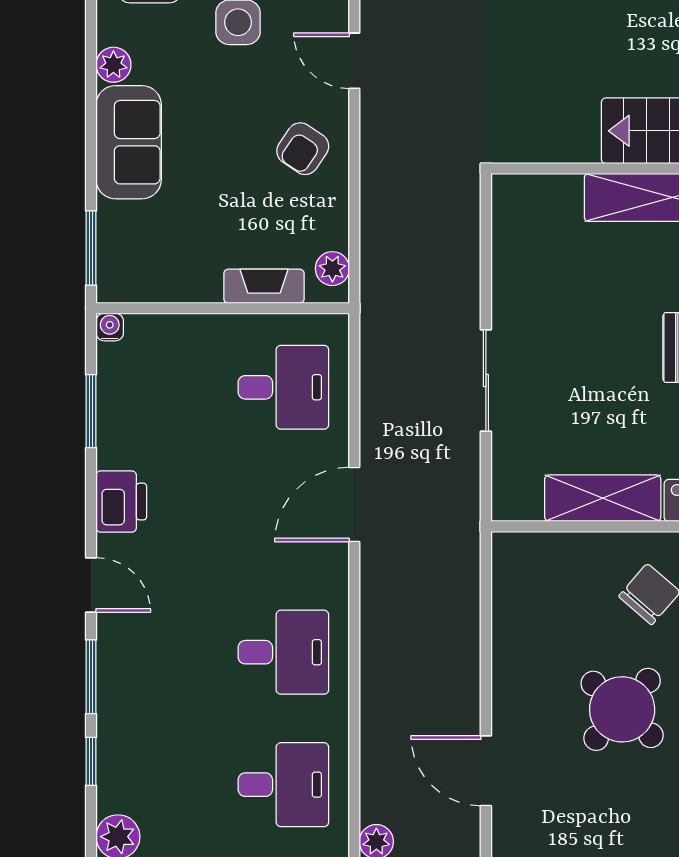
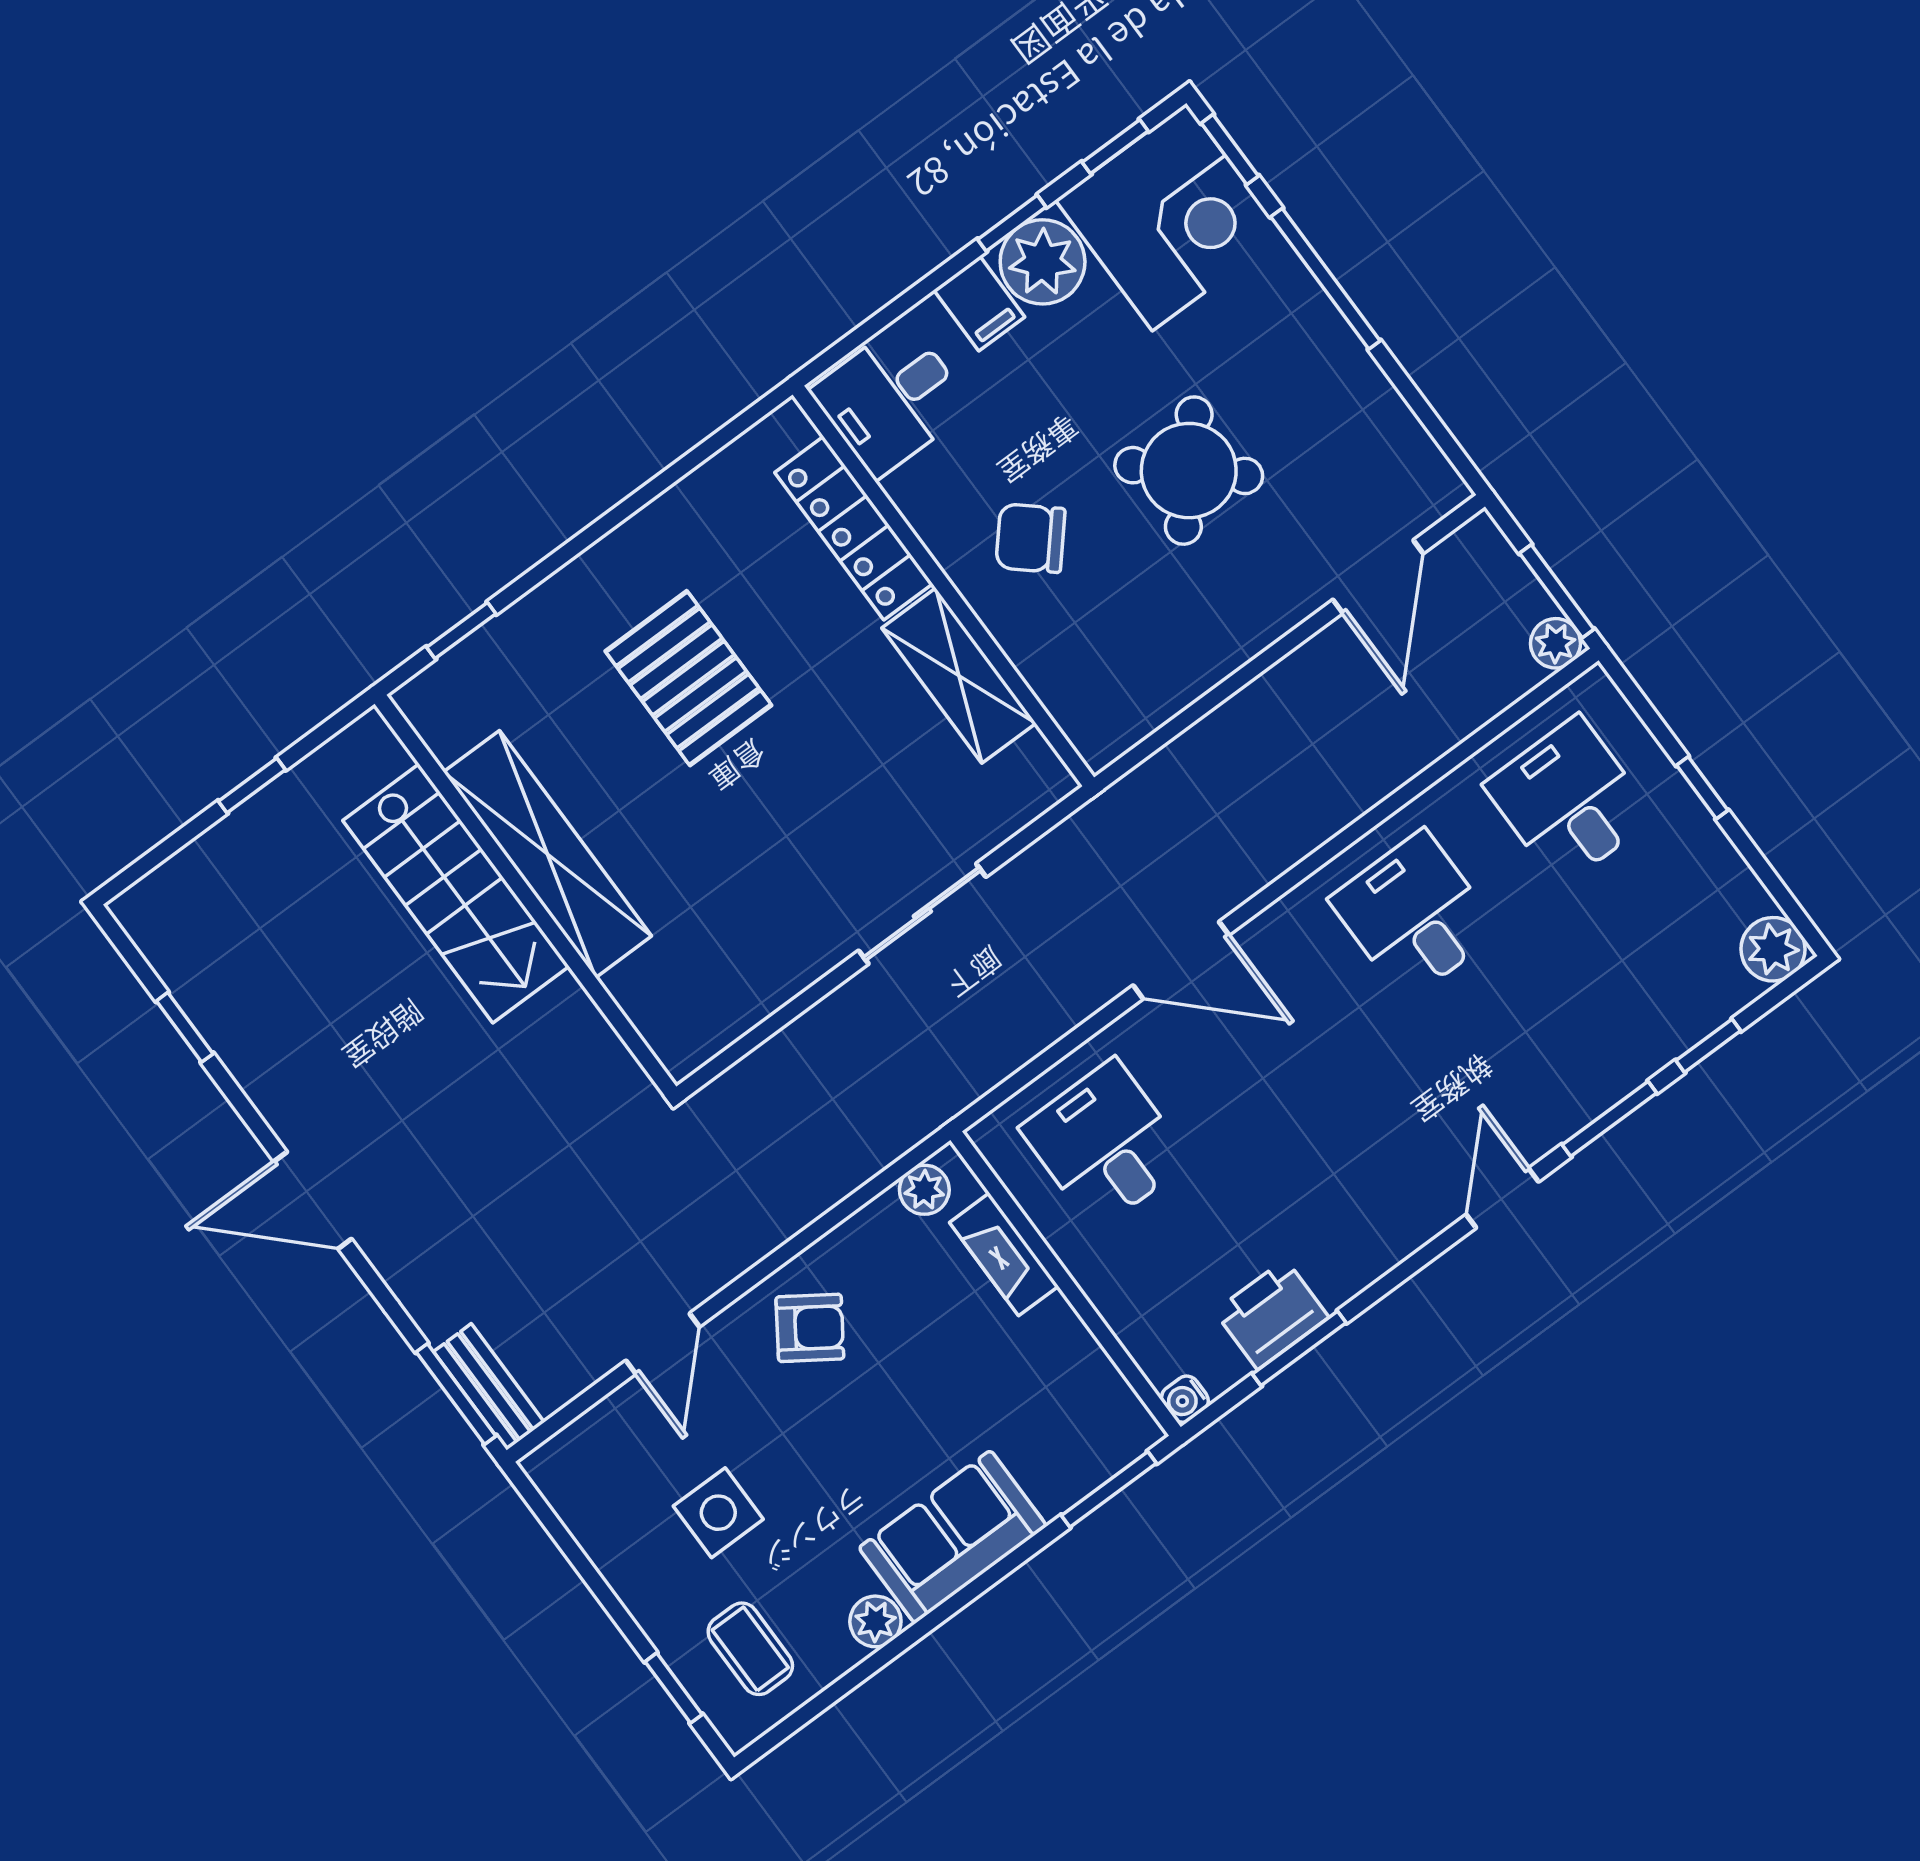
printer: (121, 502) -> (1272, 1314), moved

